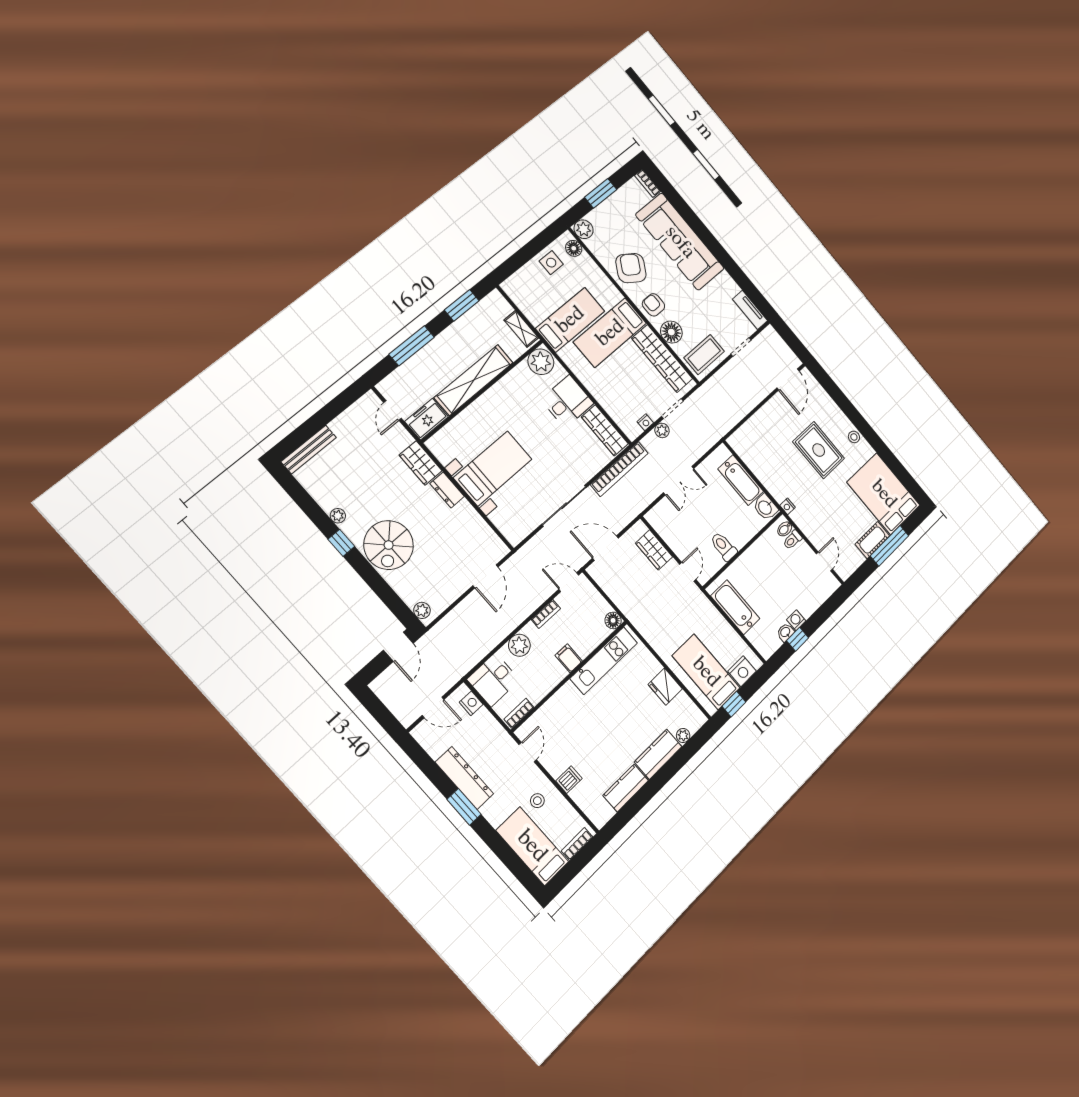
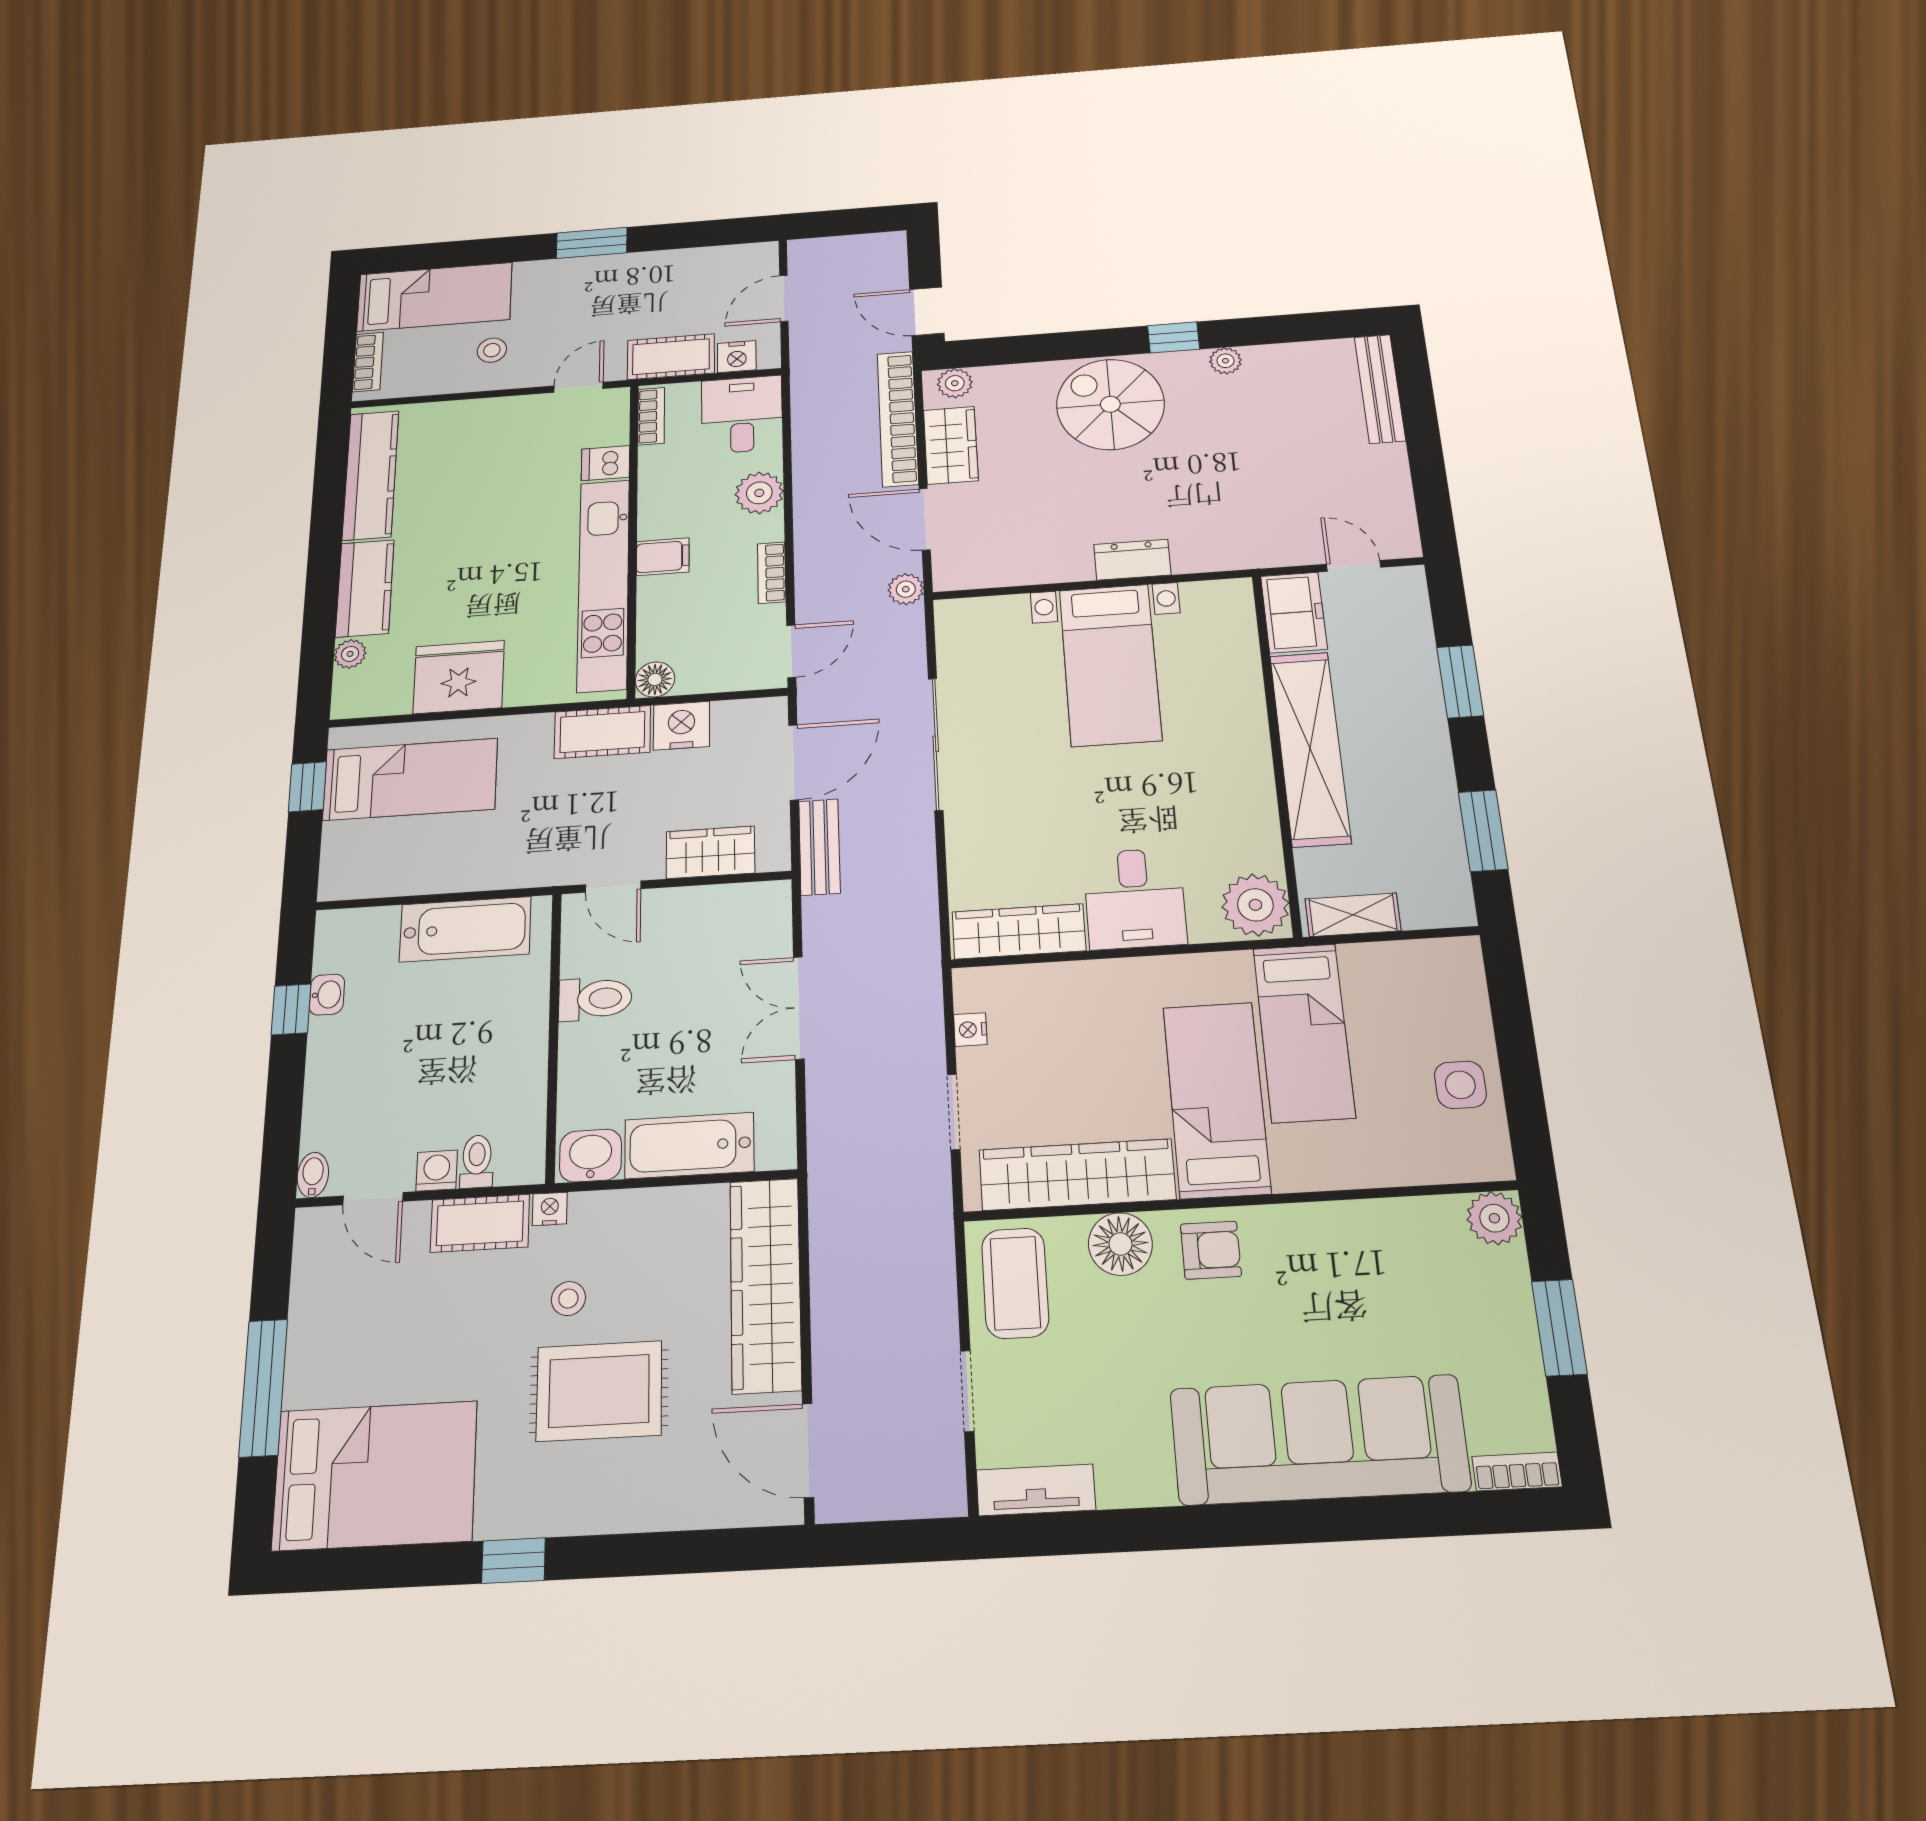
floor lamp: (574, 248) -> (1462, 1161), removed
armchair: (631, 268) -> (1332, 1262), removed
window: (412, 346) -> (1460, 681), width x0.69
wardrobe: (758, 426) -> (765, 1285), added
plant: (662, 430) -> (906, 589), moved
stool: (854, 437) -> (568, 1299), moved
window: (872, 438) -> (513, 1561), added
wardrobe: (421, 463) -> (951, 445), moved, turned 90
bookcase: (619, 469) -> (898, 418), moved
bench: (626, 516) -> (819, 847), added
bidet: (785, 529) -> (313, 1175), moved
cot: (872, 540) -> (480, 1223), moved, turned 90
washing machine: (796, 620) -> (437, 1171), moved, turned -90
cot: (643, 622) -> (602, 732), added
kitchen unit: (604, 661) -> (603, 584), width x1.36
nightstand: (742, 671) -> (681, 726), moved, turned 90
fridge: (665, 687) -> (459, 677), width x1.36, depth x1.34
cot: (490, 729) -> (671, 357), added
door: (528, 752) -> (578, 387), swing flipped
dresser: (465, 778) -> (633, 272), removed
dishwasher: (569, 780) -> (605, 463), moved, turned 90
kitchen counter: (626, 788) -> (371, 475), width x1.50

